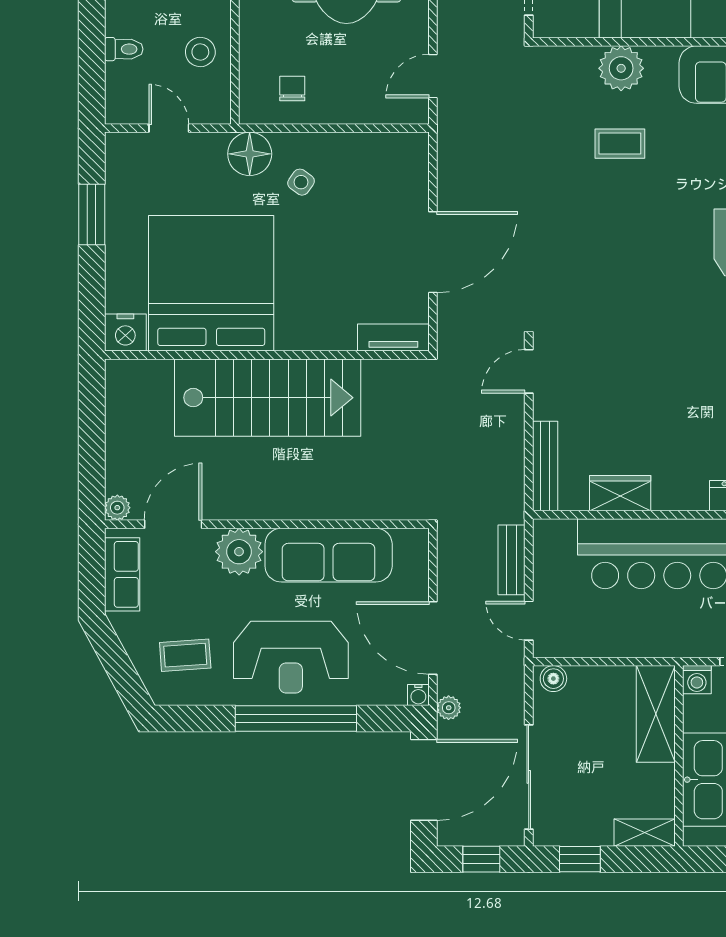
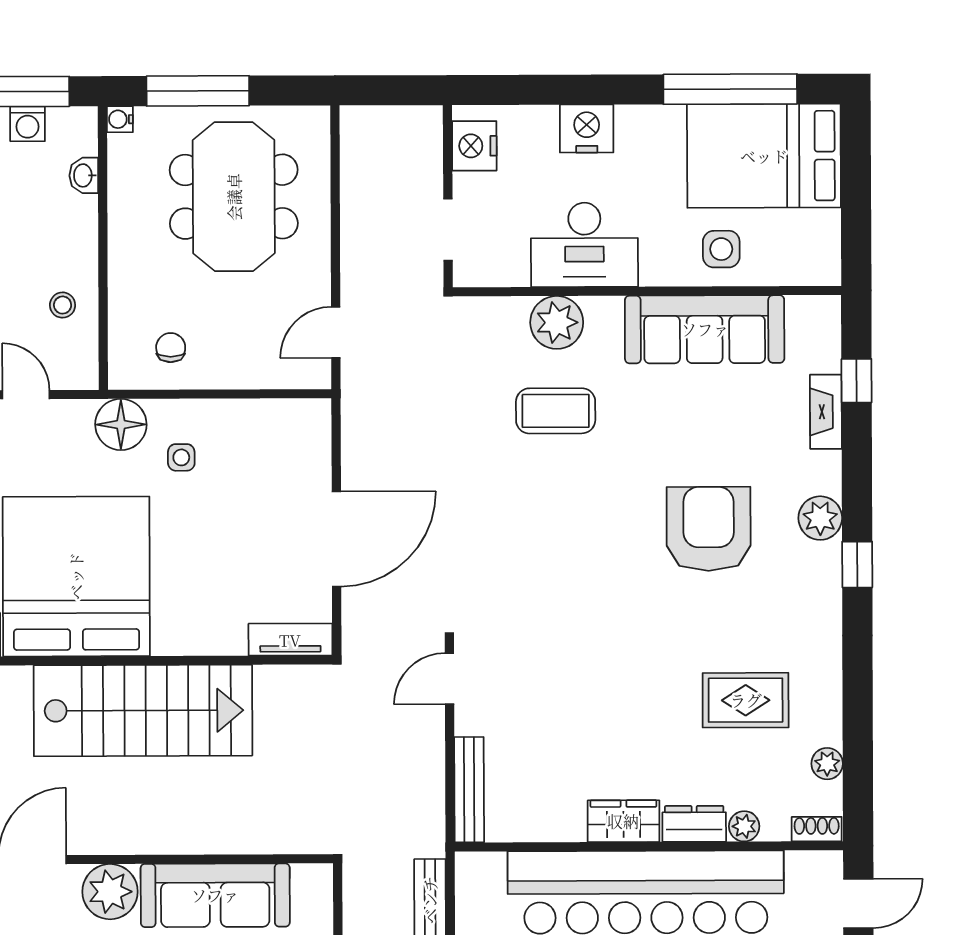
stool: (200, 52) -> (63, 305), width x0.73, depth x0.73
coffee table: (620, 144) -> (556, 411), width x1.36, depth x1.30
side table: (301, 182) -> (181, 457), turned -36
wardrobe: (620, 493) -> (623, 821), moved

